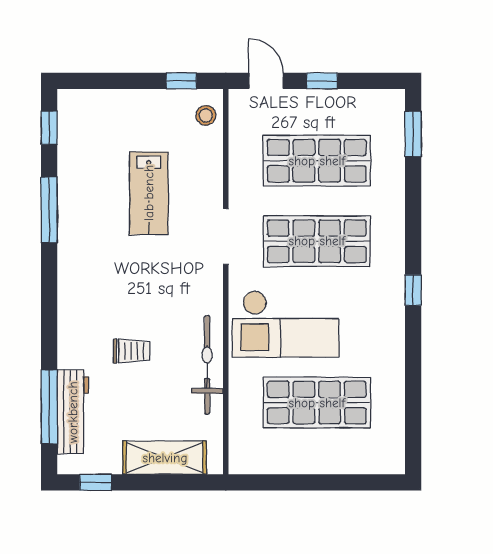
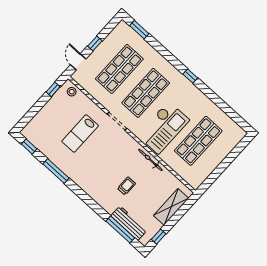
door: (266, 81) -> (78, 62), hinge flipped
lab bench: (149, 193) -> (80, 133), turned 90
bicycle: (207, 365) -> (150, 160), width x0.73, depth x0.71

